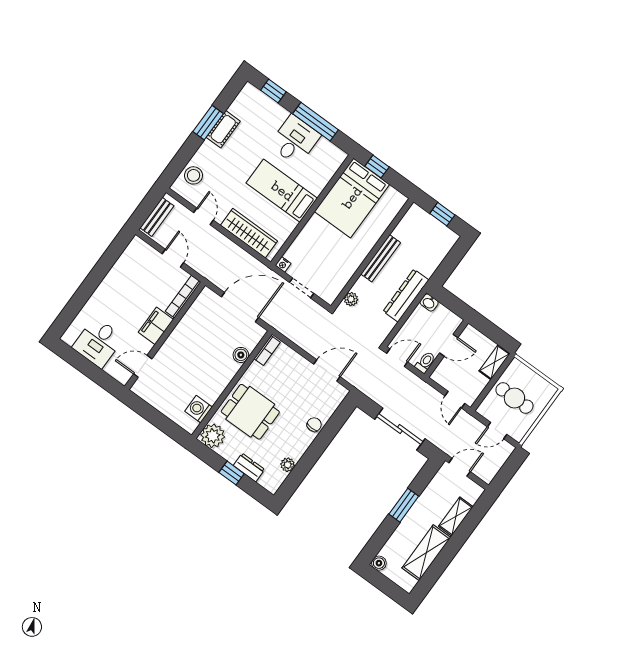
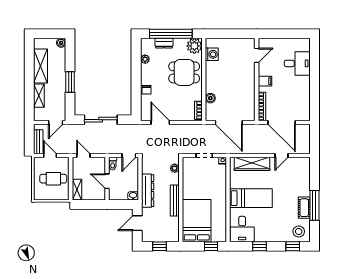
window: (315, 122) -> (260, 246), width x0.46
window: (208, 123) -> (314, 205), width x1.44
desk: (295, 140) -> (242, 229), moved
stool: (194, 175) -> (299, 231), moved
bed: (352, 198) -> (197, 221), moved
door: (204, 216) -> (282, 155), hinge flipped
bench: (157, 217) -> (38, 142), moved
door: (173, 258) -> (282, 122), width x1.87
door: (449, 264) -> (137, 223), added
door: (240, 307) -> (229, 122), hinge flipped
filing cabinet: (156, 326) -> (265, 81), width x0.50
desk: (98, 342) -> (297, 63), moved, turned 90
door: (449, 345) -> (107, 181), hinge flipped
door: (327, 370) -> (160, 122), swing flipped
door: (497, 431) -> (50, 155), hinge flipped
window: (232, 473) -> (171, 34), width x3.17

